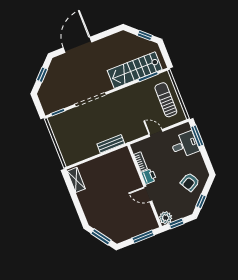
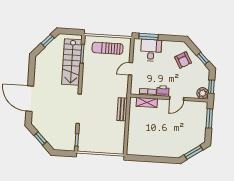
shelving: (76, 180) -> (147, 102), moved

